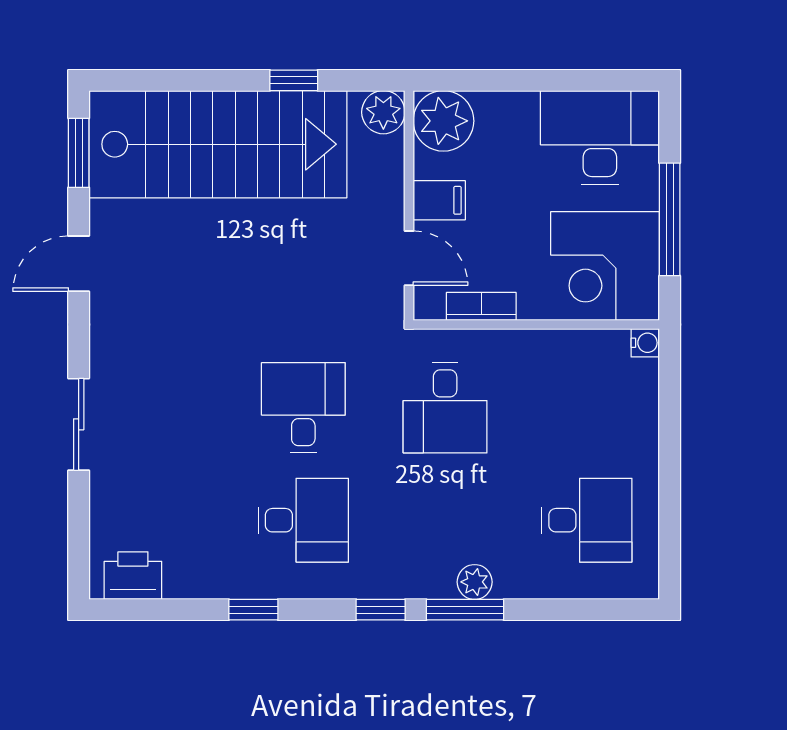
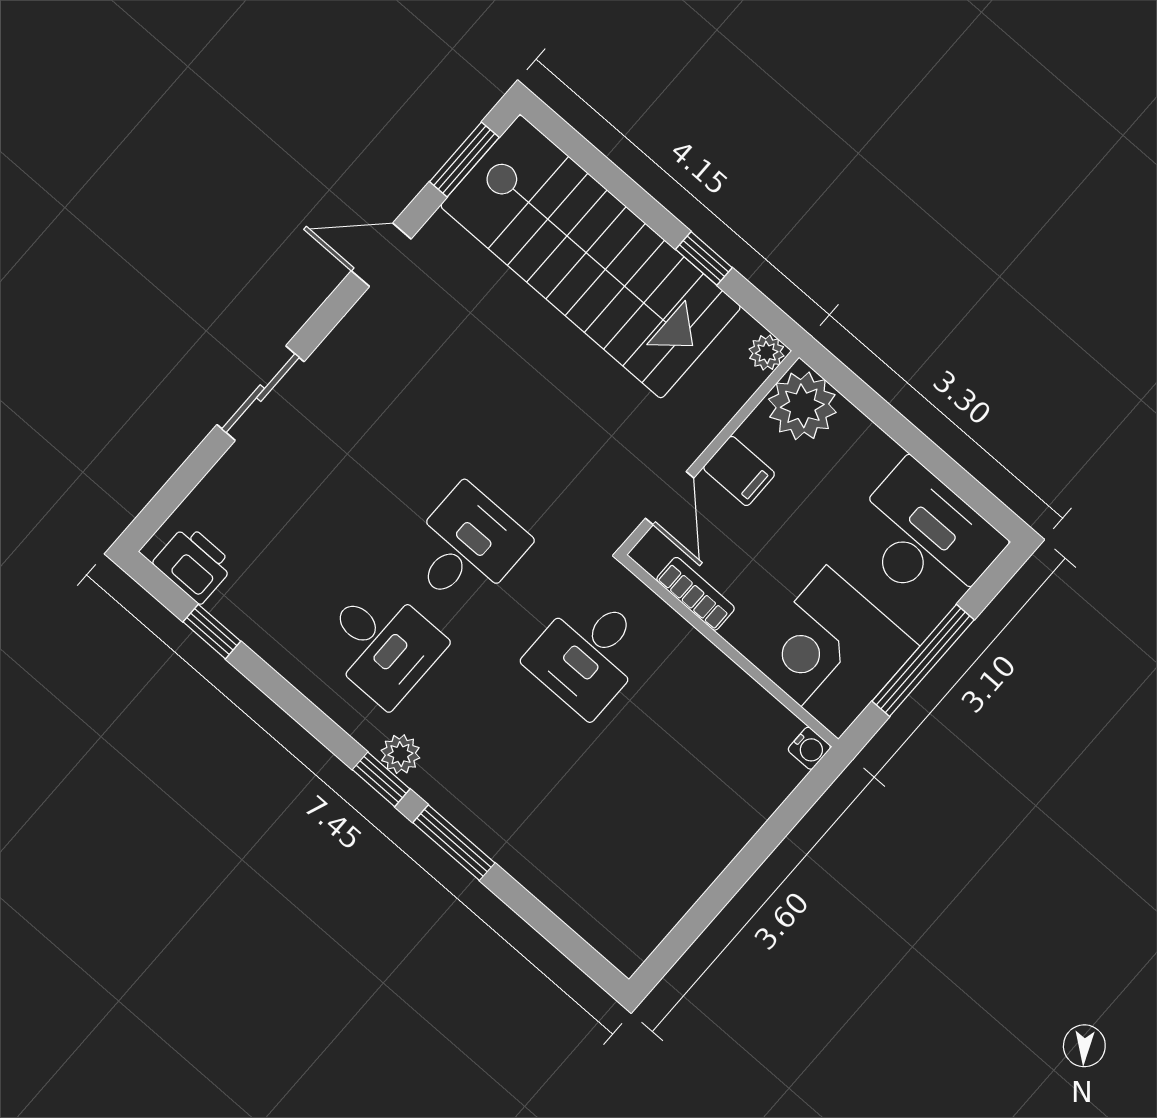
plant: (383, 112) -> (767, 352), width x0.73, depth x0.73
desk: (587, 520) -> (626, 857), removed
plant: (475, 582) -> (400, 754), moved
window: (253, 610) -> (212, 632), moved

